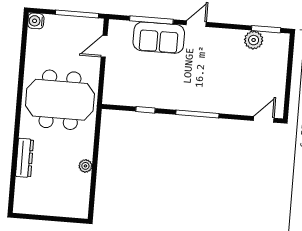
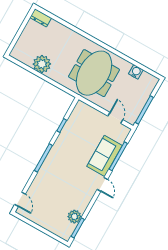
water cooler: (36, 21) -> (136, 72), moved
dresser: (25, 158) -> (41, 18), moved, width x0.70
plant: (85, 166) -> (42, 64), width x1.87, depth x1.87

